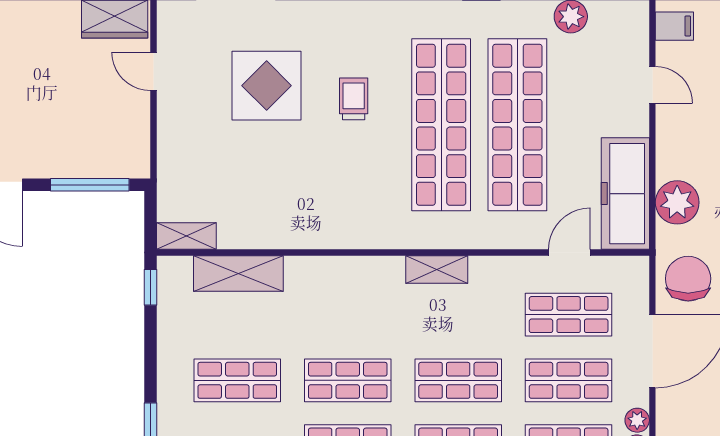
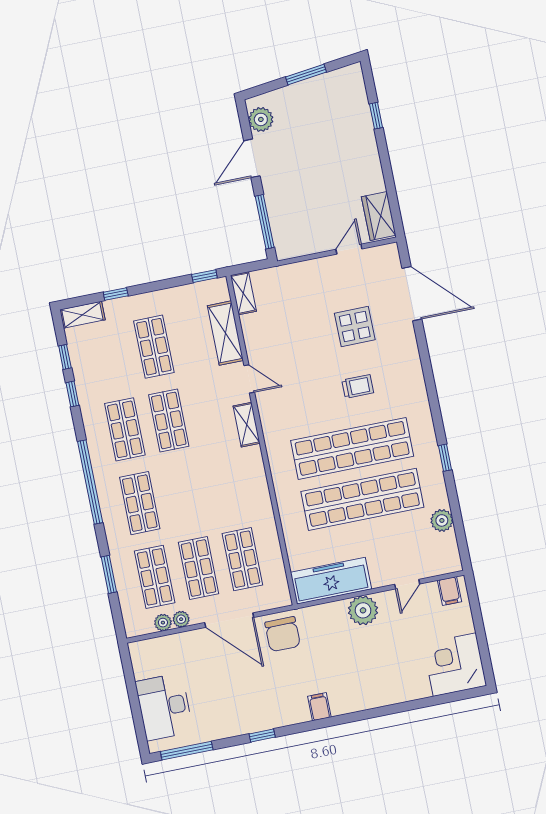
display table: (267, 86) -> (355, 327), width x0.73, depth x0.73
plant: (677, 202) -> (363, 610), moved
door: (569, 253) -> (249, 379), moved
shelving: (437, 270) -> (247, 425), moved
chair: (688, 279) -> (283, 634), turned 90
shop shelf: (458, 380) -> (184, 494), removed

